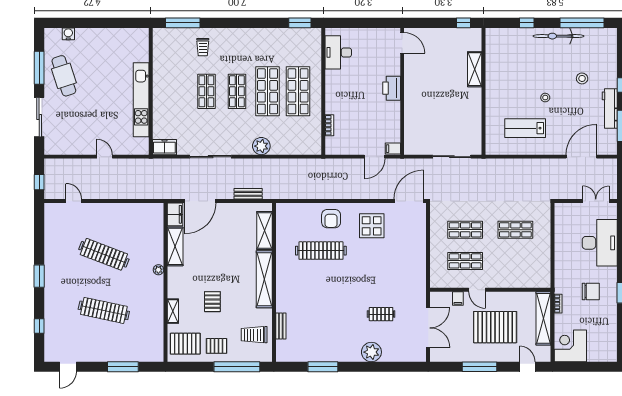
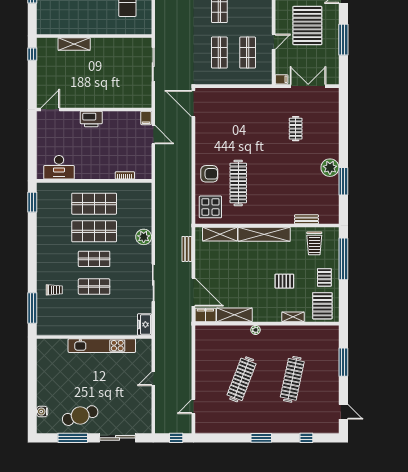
display table: (372, 226) -> (210, 207), moved
filing cabinet: (458, 299) -> (282, 79), moved
plant: (371, 352) -> (330, 168), moved

